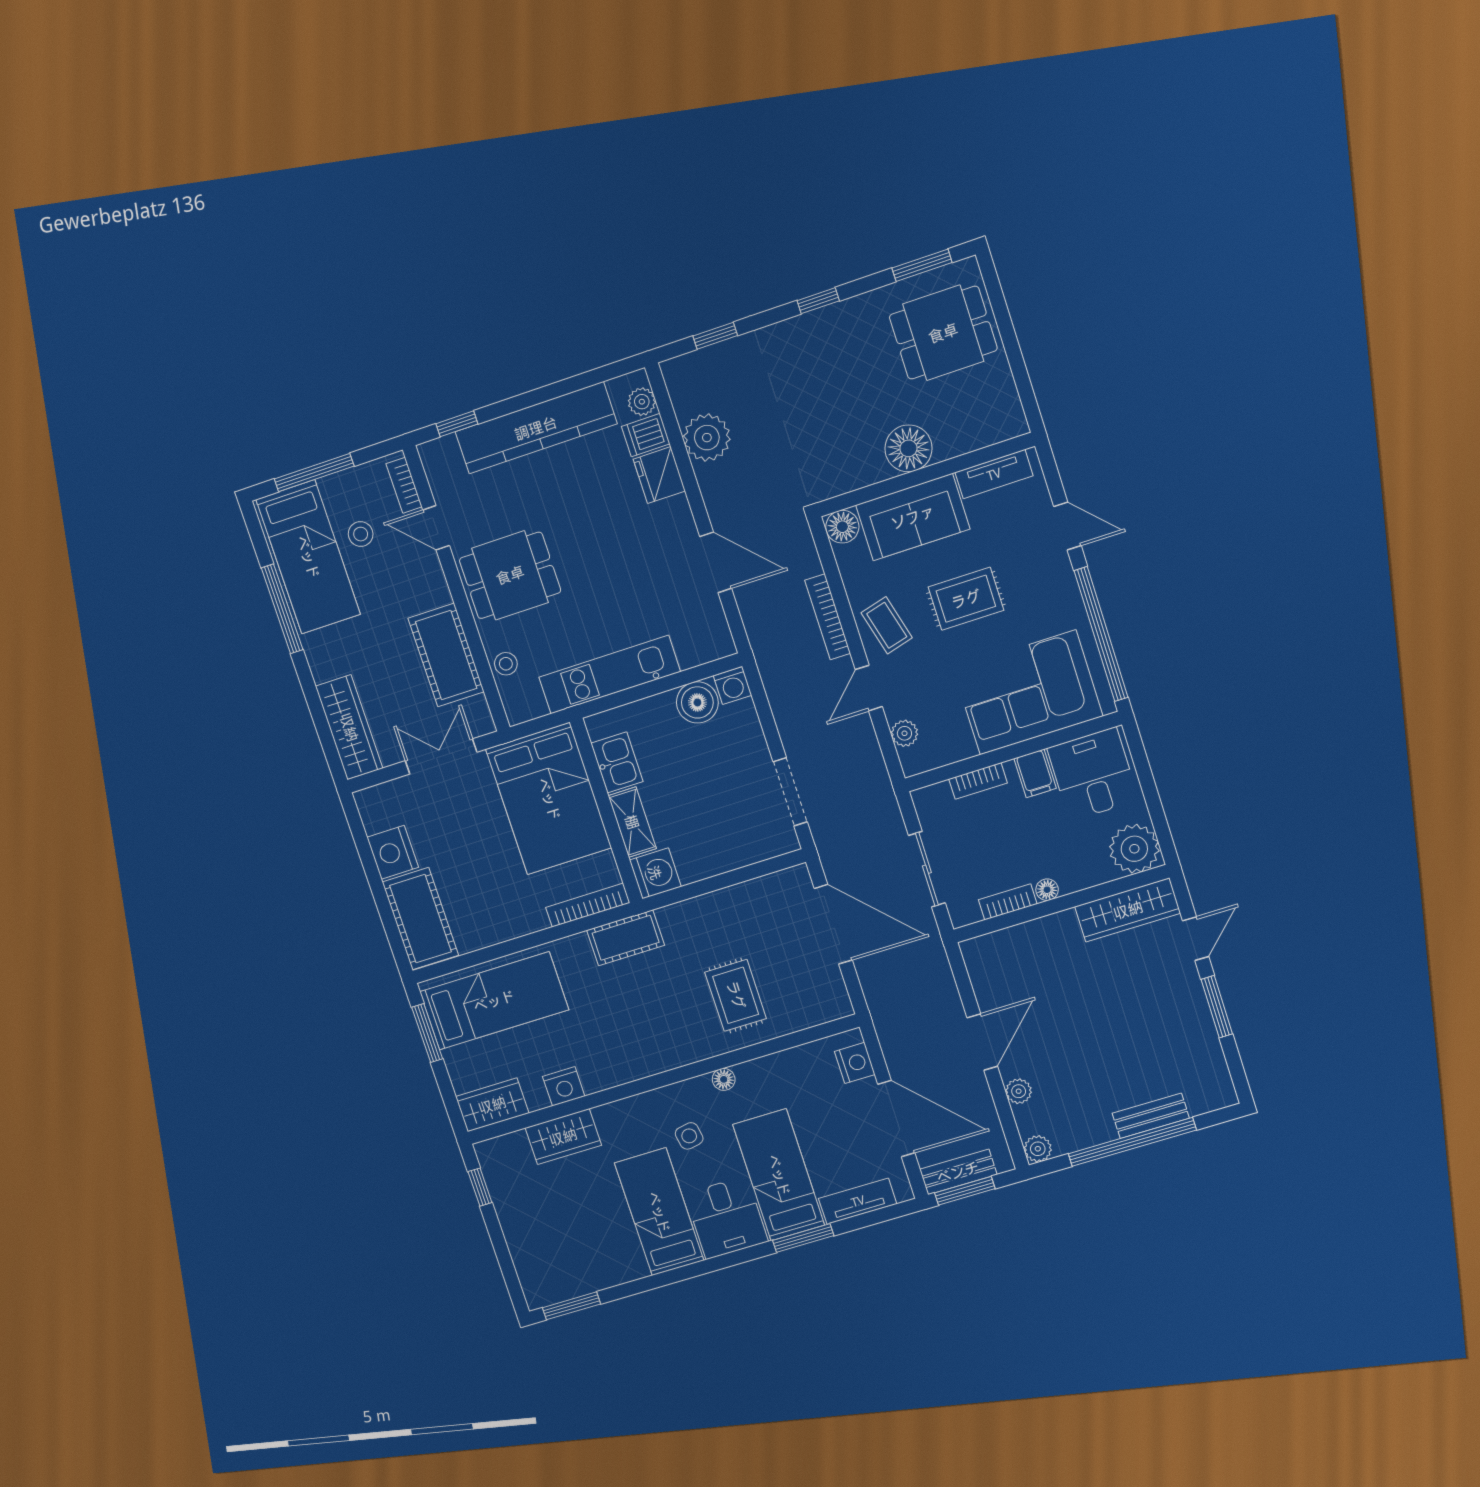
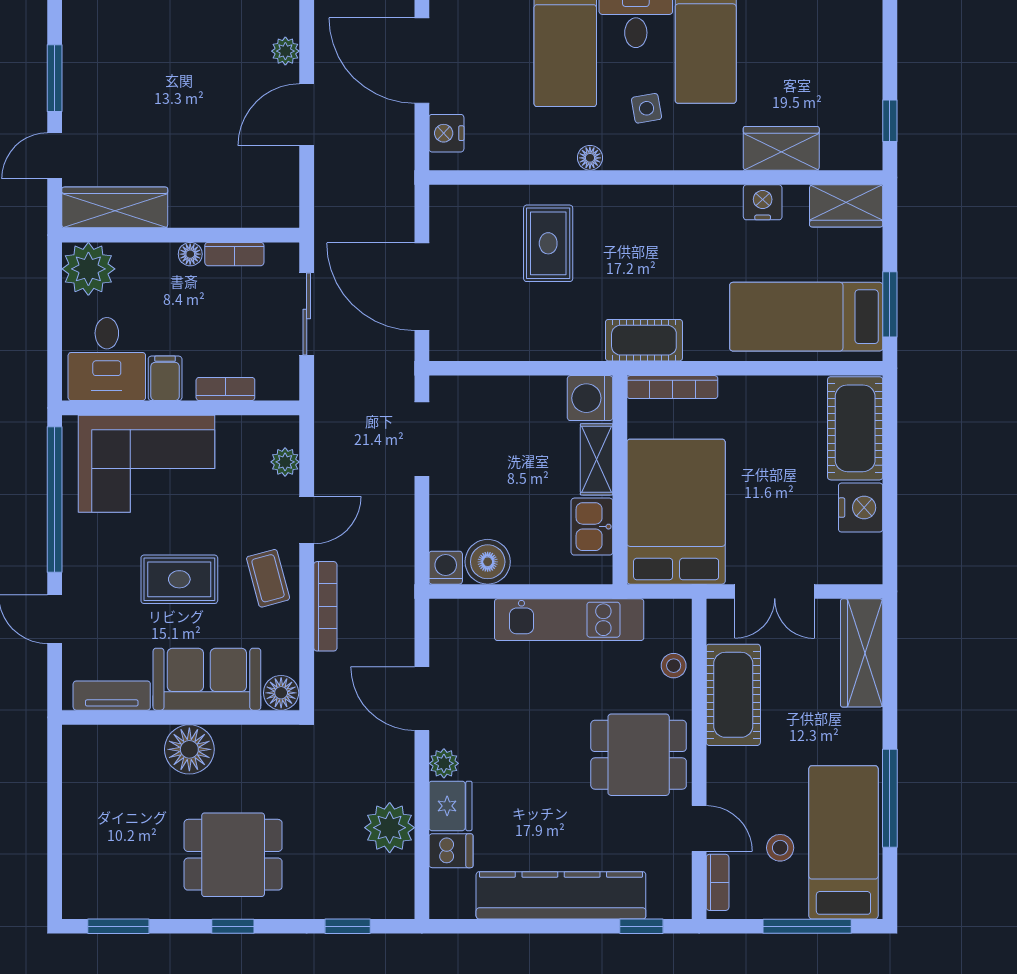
dining table: (943, 333) -> (233, 855), moved
plant: (642, 402) -> (444, 763), moved

